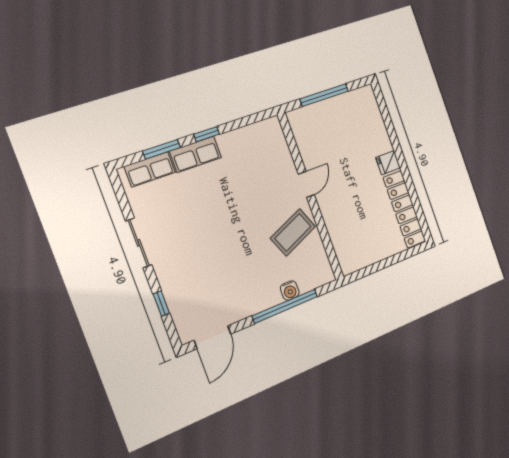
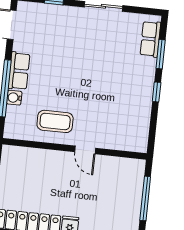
row of seats: (196, 154) -> (19, 71), moved, turned 180
coffee table: (293, 232) -> (55, 121), turned -67

